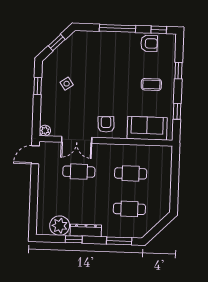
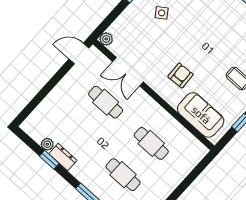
armchair: (106, 124) -> (181, 75), moved
plant: (60, 226) -> (47, 144), width x0.53, depth x0.53
dresser: (86, 230) -> (63, 157), width x0.70

